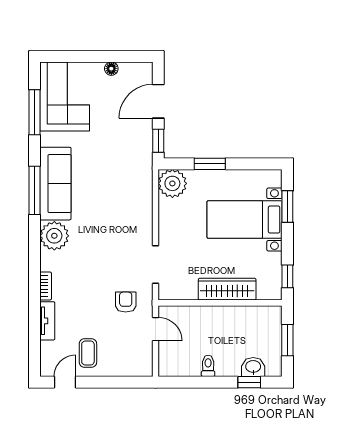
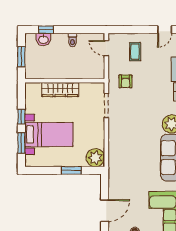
window: (158, 141) -> (105, 185), removed
window: (287, 276) -> (21, 117), moved
door: (155, 329) -> (106, 48), moved
coffee table: (88, 353) -> (135, 52), moved

